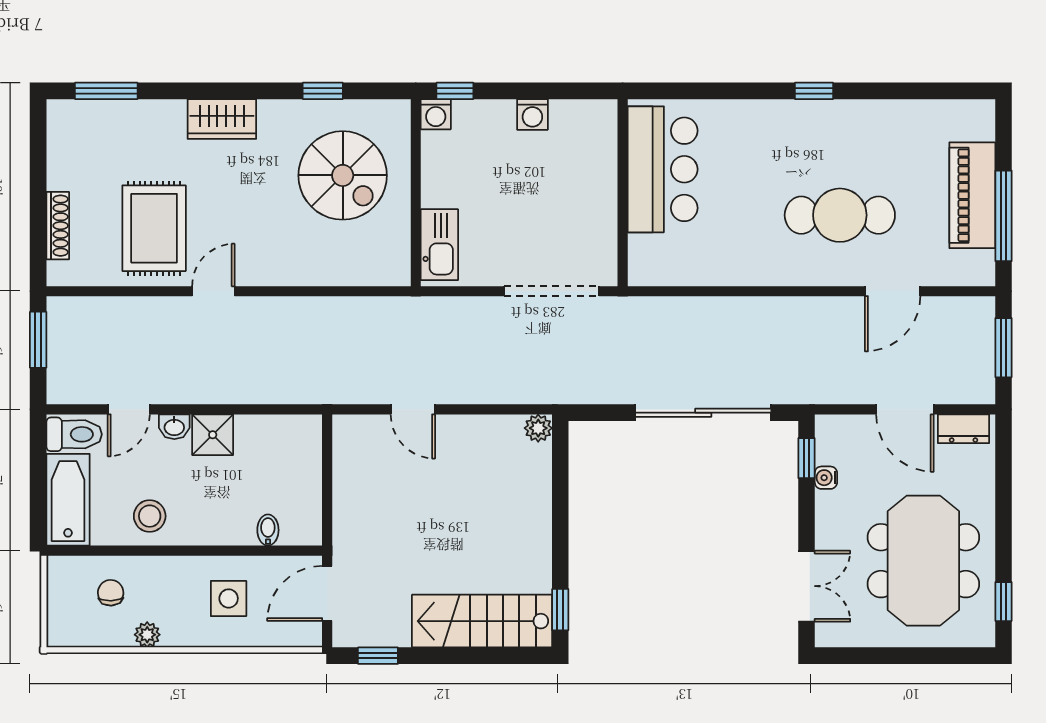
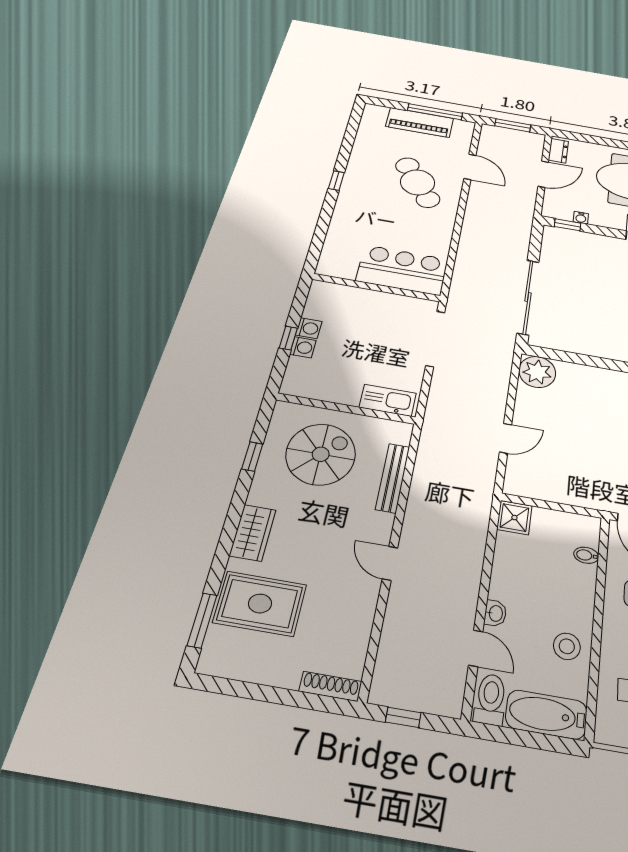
window: (455, 91) -> (288, 338), moved
washing machine: (436, 114) -> (303, 347), moved
bar counter: (663, 169) -> (402, 270), moved
cafe table: (840, 215) -> (418, 182), turned -35
shoe rack: (58, 226) -> (330, 686), moved
rug: (154, 228) -> (260, 603), moved
bench: (327, 273) -> (393, 478), added
window: (38, 340) -> (403, 717), width x0.67
sliding door: (703, 413) -> (528, 297), moved
plant: (538, 428) -> (537, 372), width x1.88, depth x1.88
shower: (213, 435) -> (514, 518), moved

